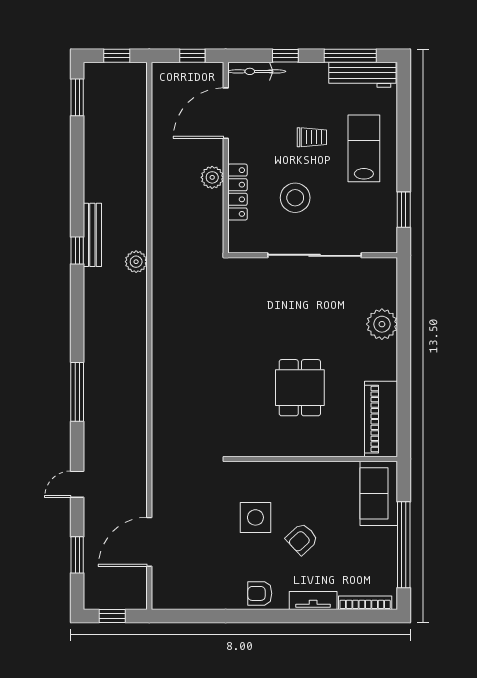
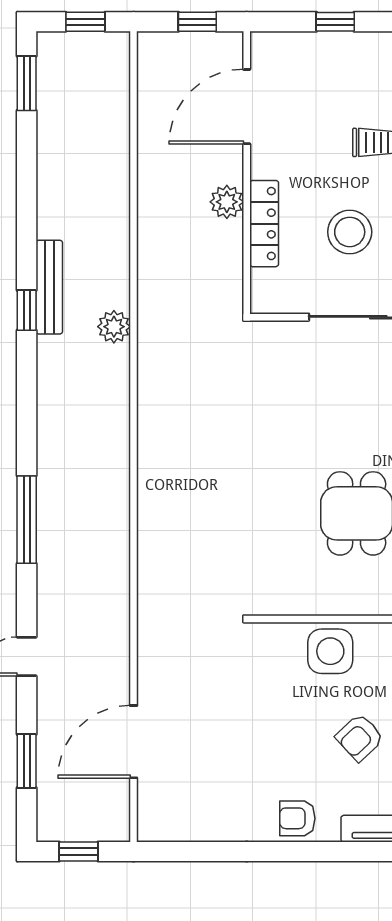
bicycle: (257, 71) -> (293, 45), removed
side table: (255, 517) -> (330, 651), moved

